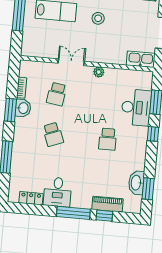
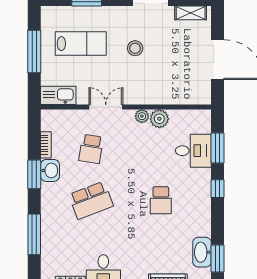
kitchen sink: (141, 59) -> (58, 95), moved
plant: (112, 75) -> (159, 119), added
desk: (136, 107) -> (193, 151), width x0.73
school desk: (53, 134) -> (91, 200), width x1.85

